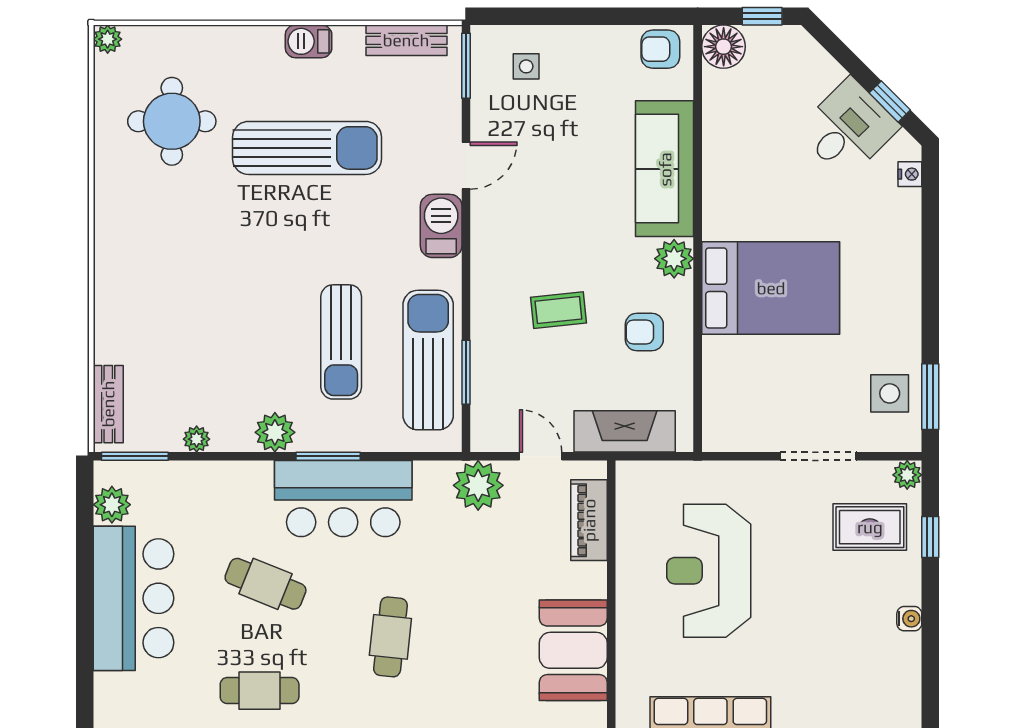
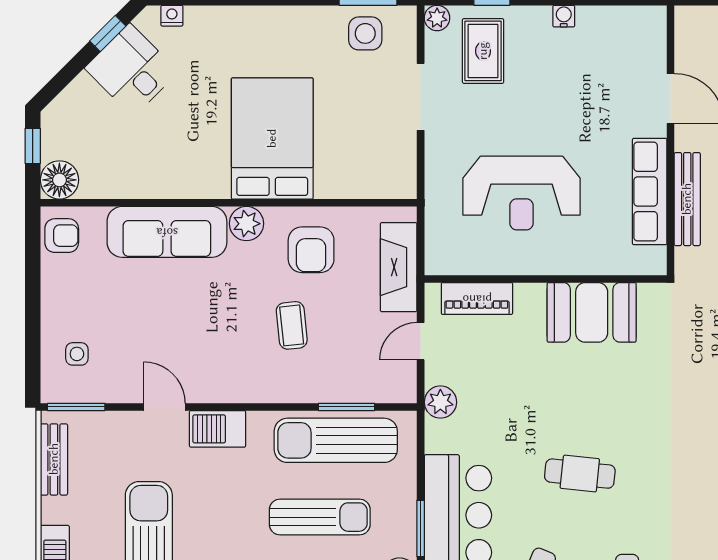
armchair: (660, 49) -> (62, 236), turned -90
armchair: (644, 332) -> (311, 250), width x1.38, depth x1.38
plant: (478, 485) -> (440, 402), width x0.73, depth x0.73

